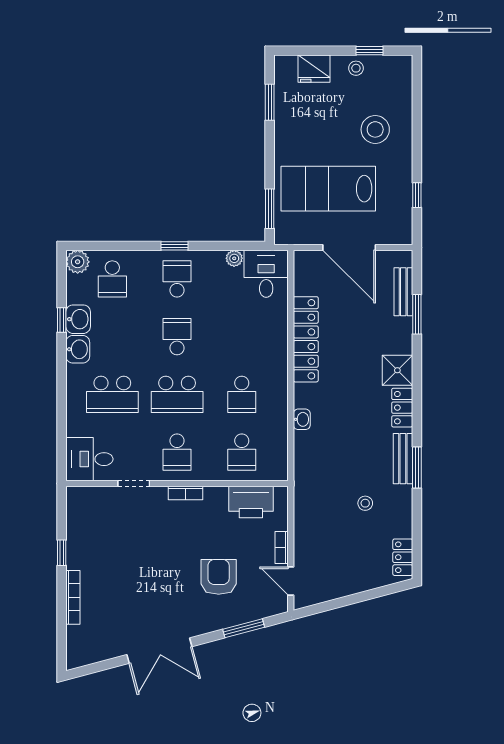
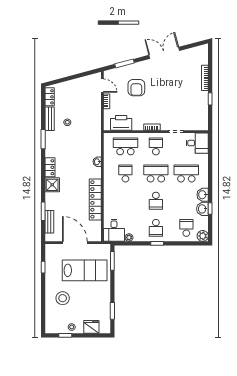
school desk: (242, 452) -> (125, 146), width x1.85
bench: (403, 459) -> (50, 119), moved

